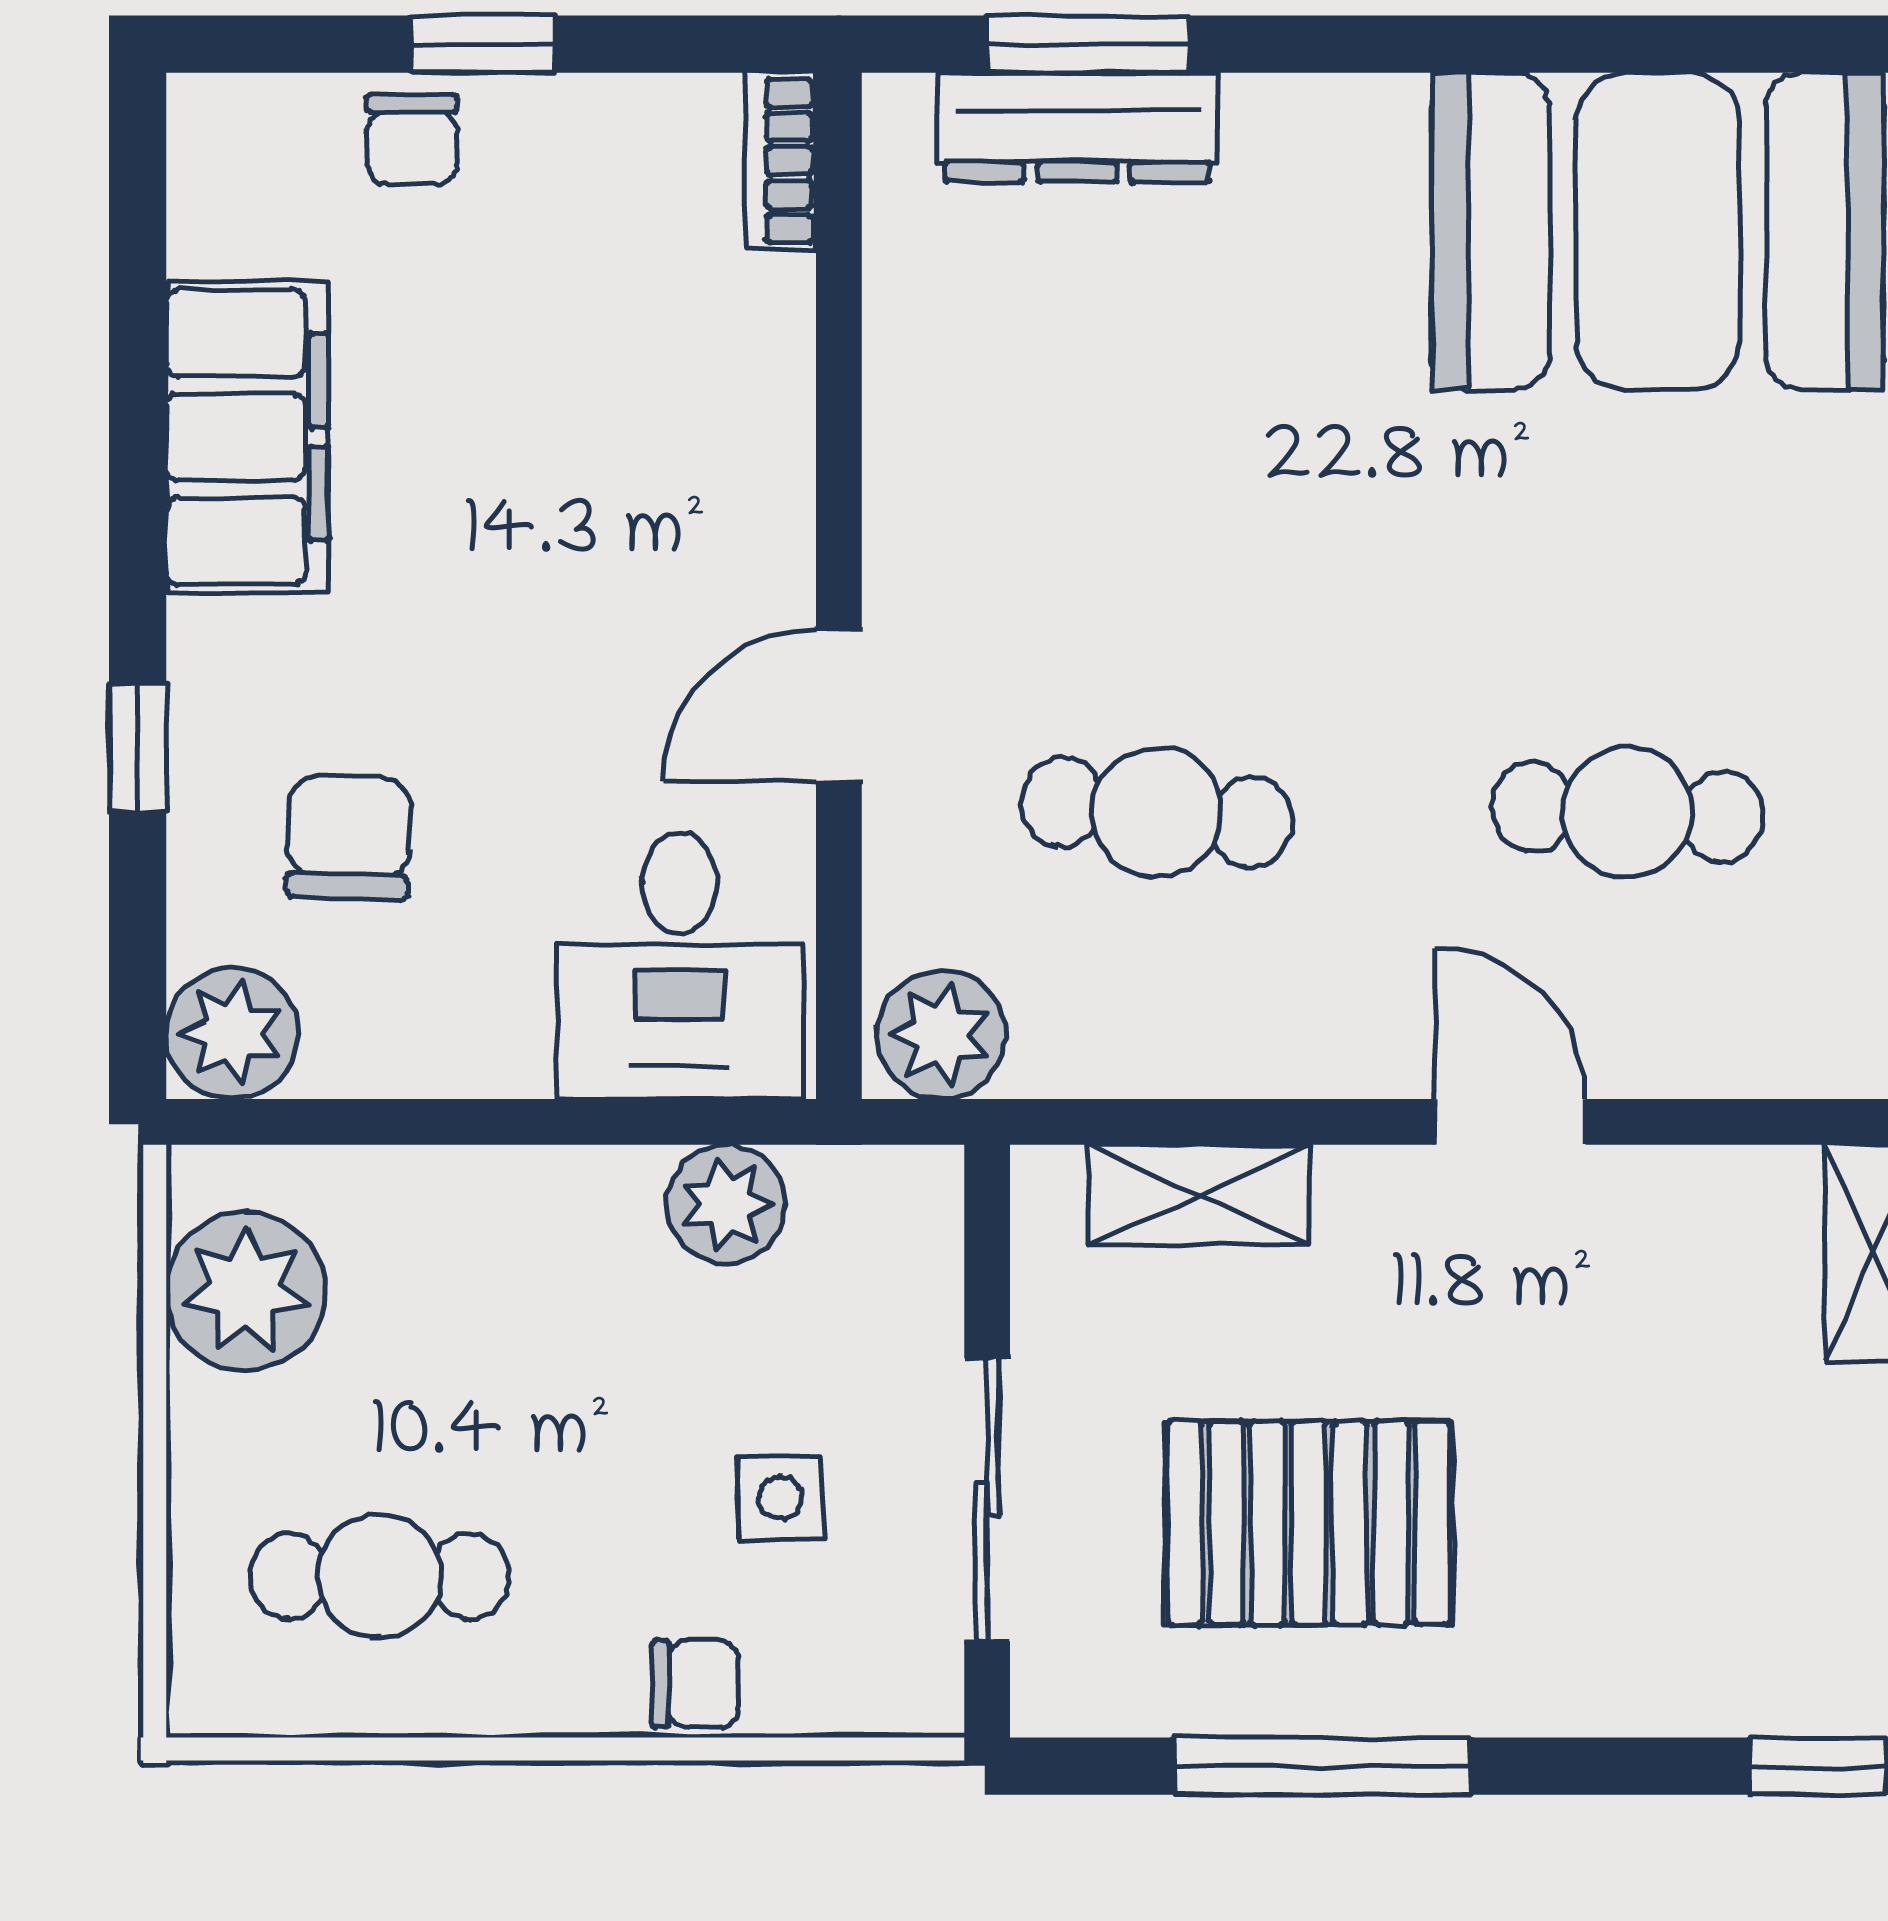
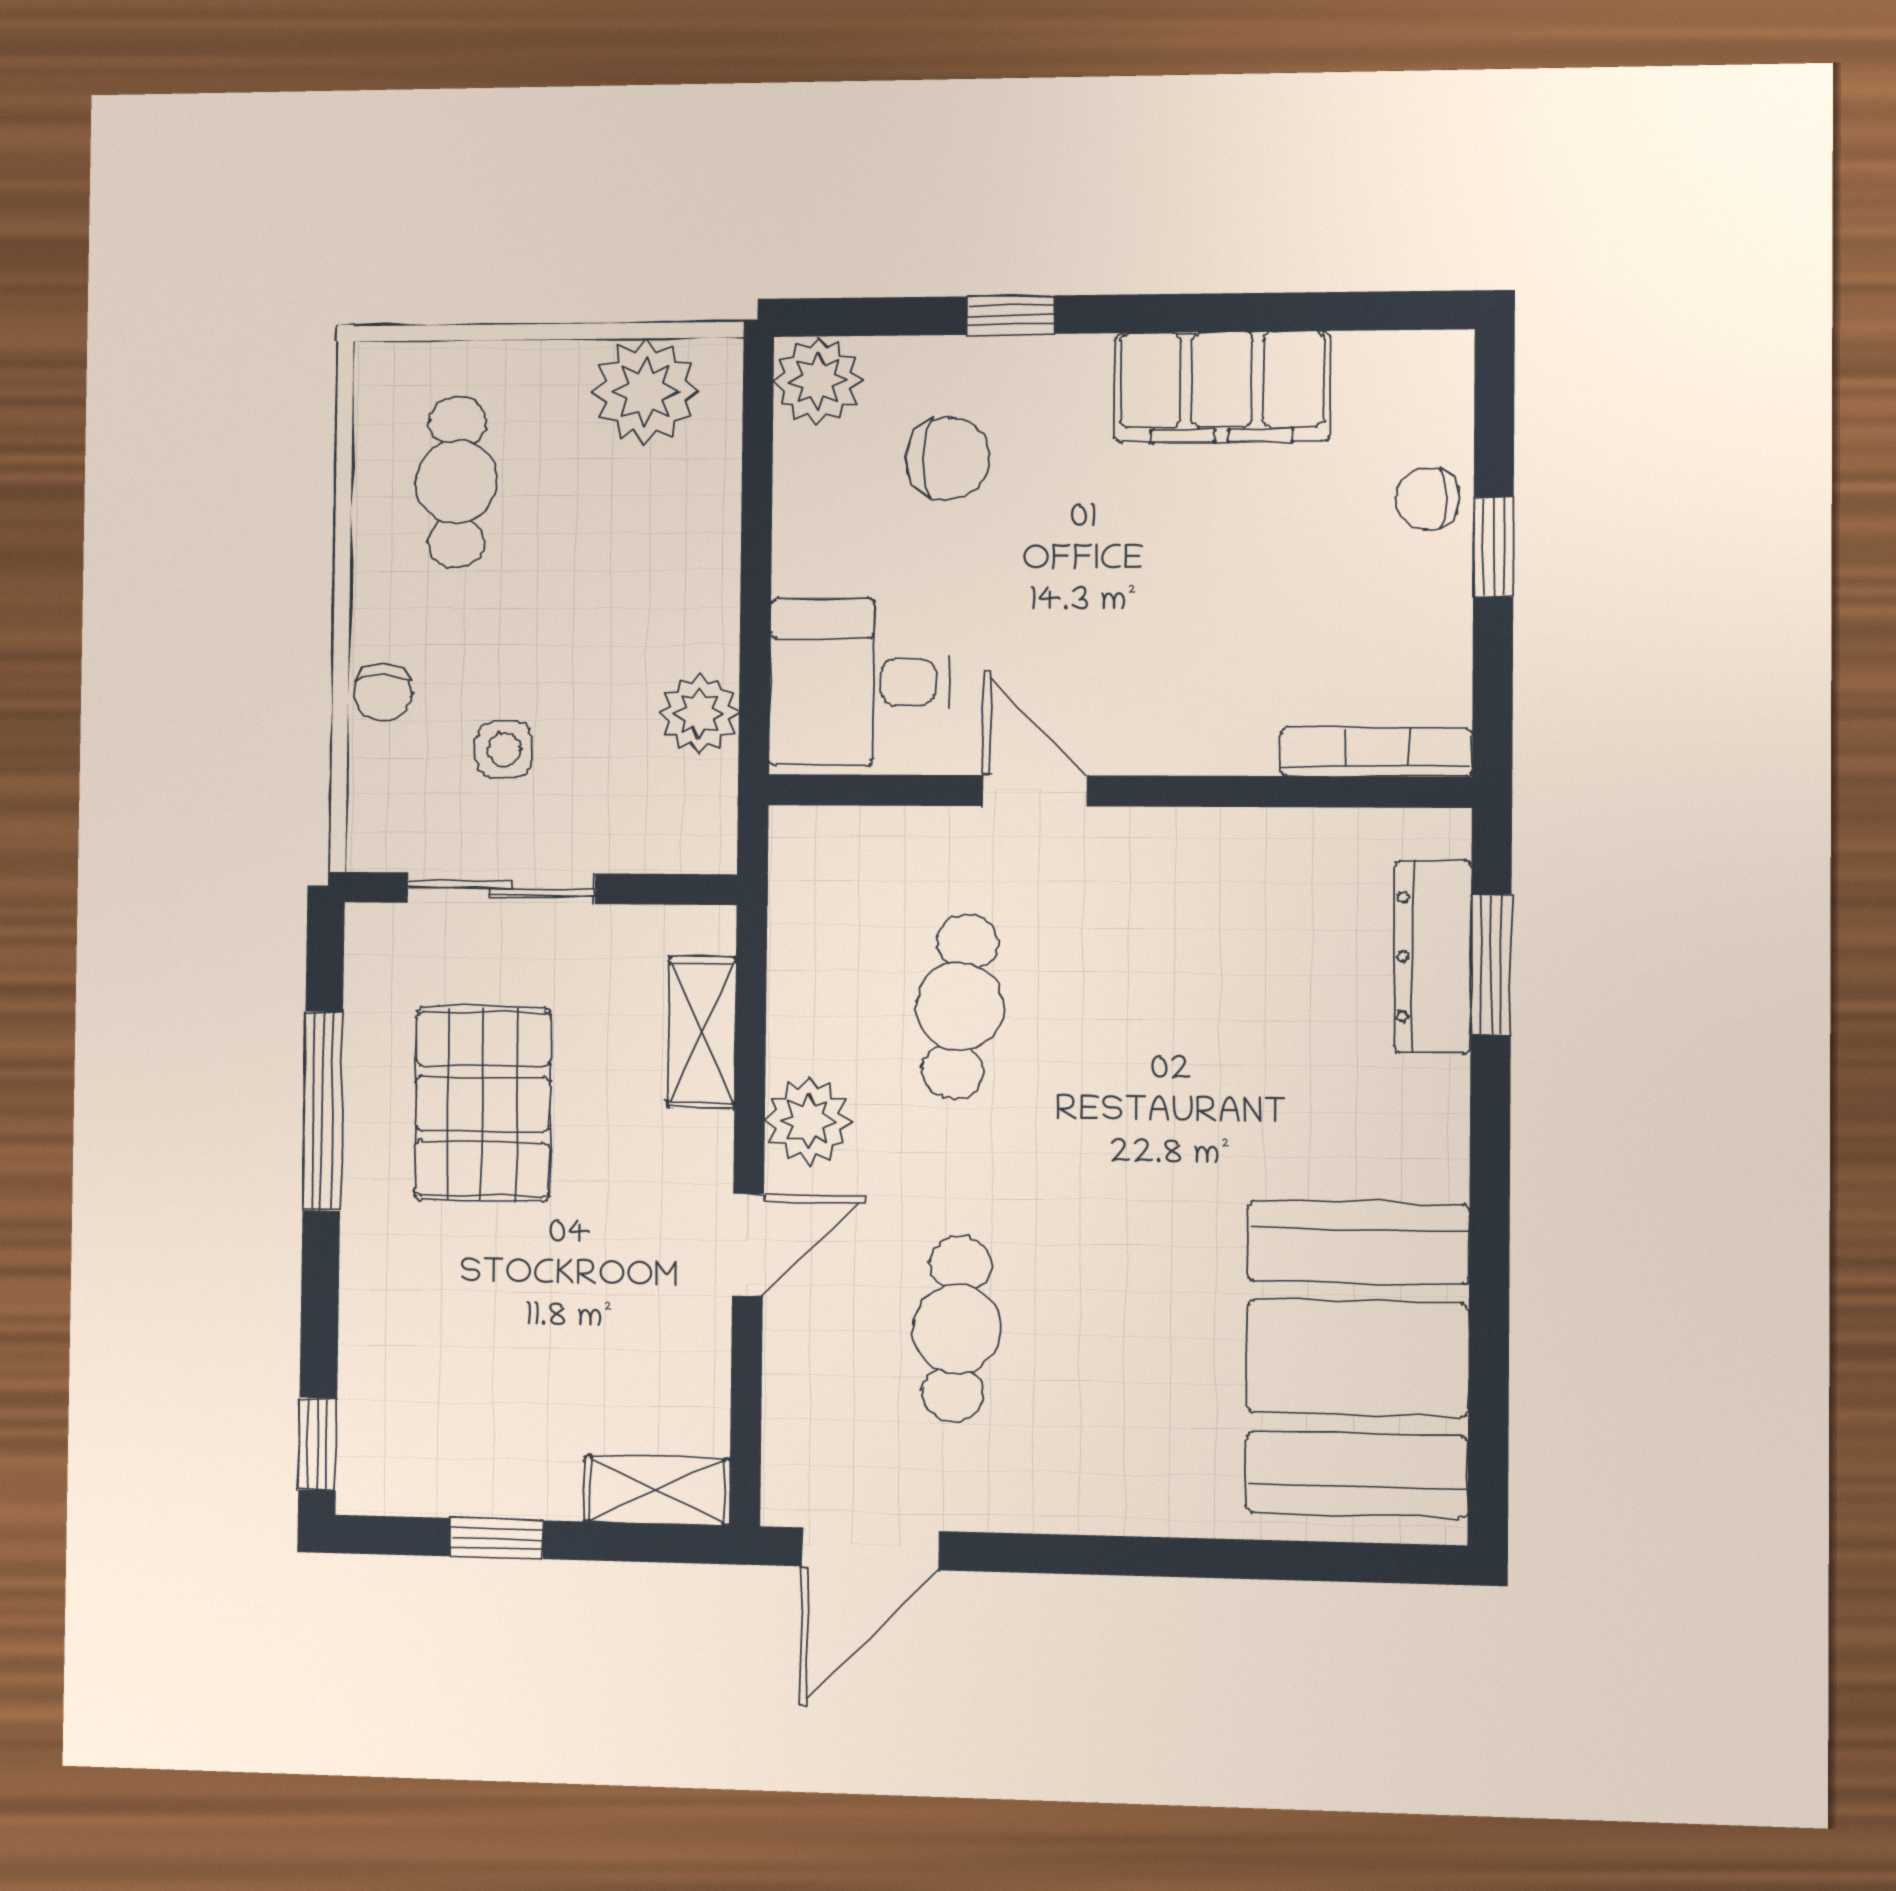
bookcase: (781, 161) -> (1376, 752), width x1.56
plant: (941, 1035) -> (808, 1121), moved

